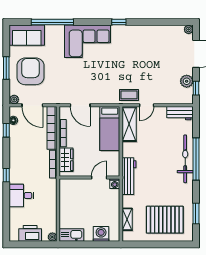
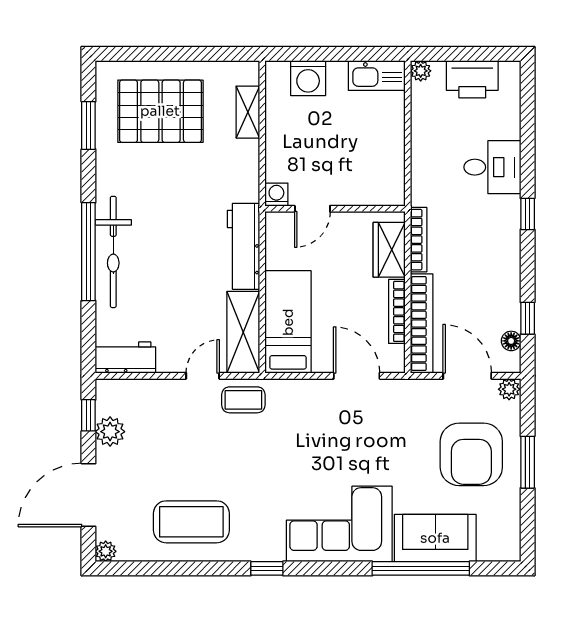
sofa: (27, 35) -> (435, 538), moved
coffee table: (151, 42) -> (191, 522), added
workbench: (129, 176) -> (243, 246), moved

